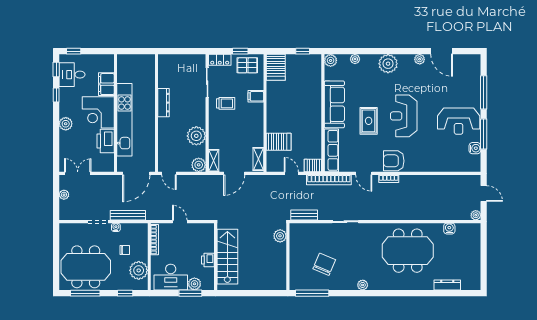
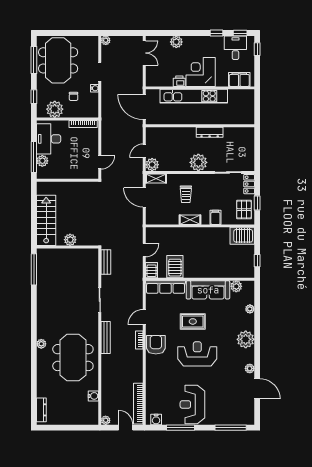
door: (442, 51) -> (257, 389), swing flipped
plant: (331, 60) -> (236, 286), moved
filing cabinet: (106, 84) -> (239, 79), moved
window: (484, 92) -> (231, 428), moved
trolley: (226, 103) -> (186, 194), moved
plant: (66, 124) -> (176, 42), moved
plant: (196, 136) -> (198, 162), moved
printer: (106, 141) -> (179, 81), width x0.53, depth x0.68
server rack: (279, 142) -> (175, 267), moved, turned 180
water cooler: (475, 148) -> (156, 420), moved
shelving: (258, 159) -> (190, 220), moved
door: (169, 173) -> (144, 151), moved
bookcase: (329, 180) -> (138, 404), moved
door: (484, 194) -> (126, 428), swing flipped
plant: (64, 195) -> (106, 40), moved
bench: (128, 215) -> (106, 338), moved
door: (180, 222) -> (100, 162), moved
plant: (280, 236) -> (70, 240), moved
stairs: (227, 257) -> (46, 220), moved, turned -90
printer: (208, 260) -> (64, 173), removed
chair: (324, 264) -> (60, 280), removed
plant: (363, 285) -> (41, 344), moved
dresser: (447, 285) -> (41, 410), moved
window: (190, 293) -> (34, 157), width x1.44

